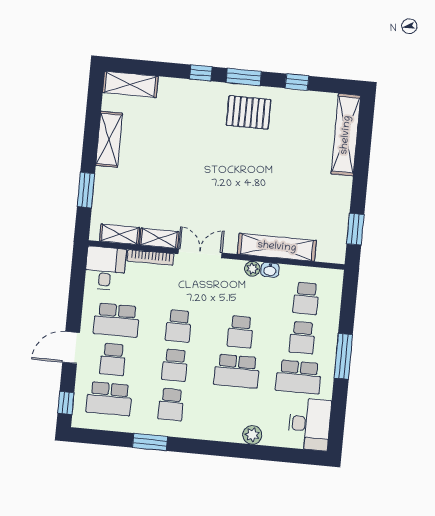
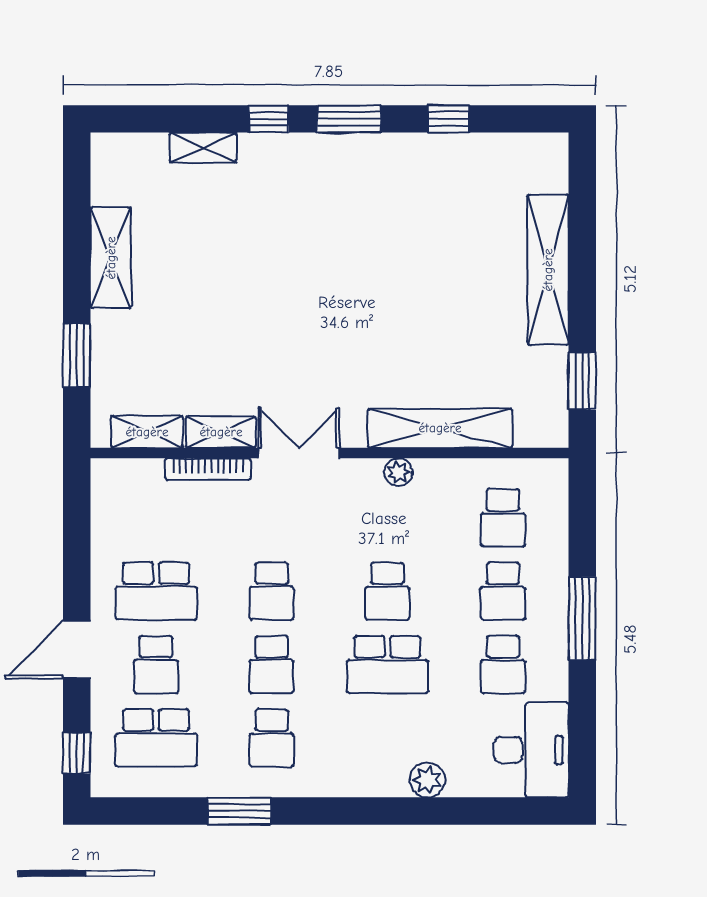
shelving: (130, 84) -> (203, 147), moved, width x0.67, depth x0.75
pallet: (249, 112) -> (364, 184), removed
shelving: (346, 135) -> (548, 270), moved
desk: (105, 268) -> (126, 497), removed
washbasin: (270, 270) -> (431, 471), removed
school desk: (299, 377) -> (503, 665), width x0.54

